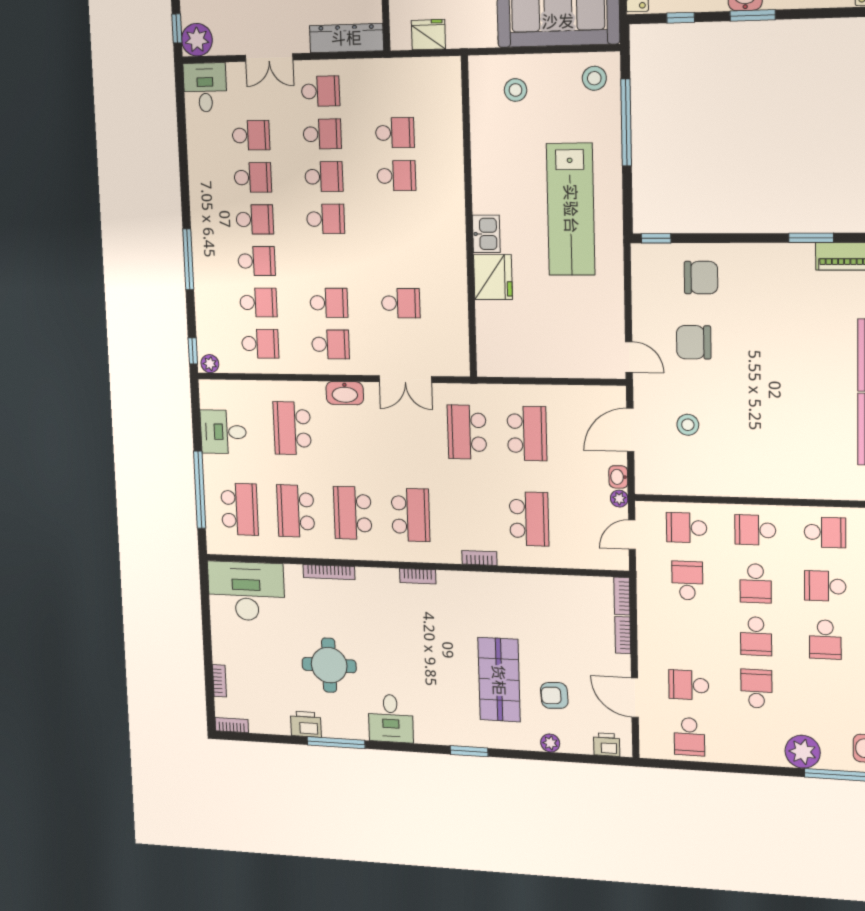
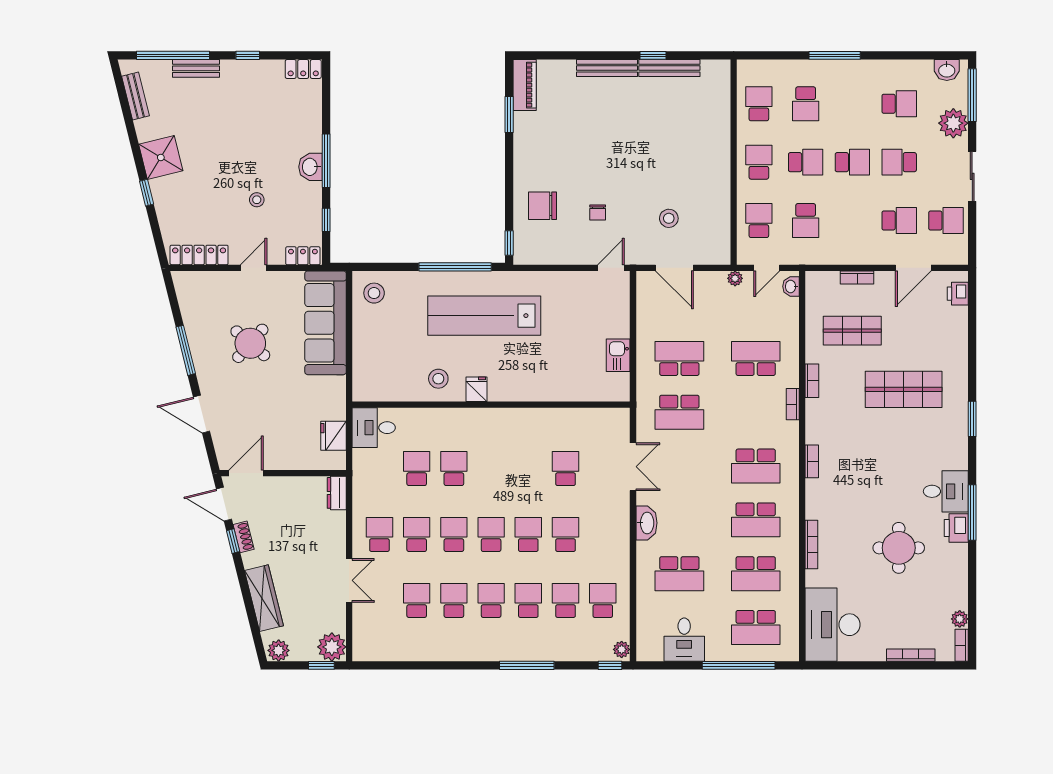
window: (753, 15) -> (326, 161), width x1.44
dresser: (346, 38) -> (337, 493), width x0.51, depth x0.80
desk: (205, 87) -> (374, 428), moved
stool: (516, 90) -> (438, 379), moved
window: (626, 123) -> (455, 267), moved
lab bench: (571, 209) -> (484, 316), turned 180
kitchen sink: (486, 234) -> (618, 355), moved, turned -90
fridge: (493, 277) -> (477, 389), moved, width x0.53, depth x0.75
chair: (701, 278) -> (542, 206), turned -90
chair: (694, 342) -> (598, 212), width x0.54, depth x0.54
school desk: (330, 344) -> (528, 535), moved
washbasin: (618, 477) -> (791, 286), moved, turned 90
school desk: (240, 509) -> (756, 628), turned 180
school desk: (411, 515) -> (756, 466), turned 180
school desk: (687, 528) -> (759, 221), turned 180
school desk: (755, 530) -> (759, 162), turned 180
door: (632, 535) -> (767, 268), hinge flipped
school desk: (687, 581) -> (806, 221), turned -90
bookcase: (622, 596) -> (812, 381), moved, turned -90
shop shelf: (563, 627) -> (852, 331), added
school desk: (825, 639) -> (899, 104), moved
bookcase: (219, 681) -> (911, 655), width x1.56
school desk: (689, 685) -> (899, 221), turned -90
armchair: (554, 695) -> (915, 340), removed
printer: (306, 724) -> (956, 528), moved
window: (336, 743) -> (972, 513), moved
plant: (550, 743) -> (960, 619), moved
sliding door: (741, 769) -> (972, 176), added

